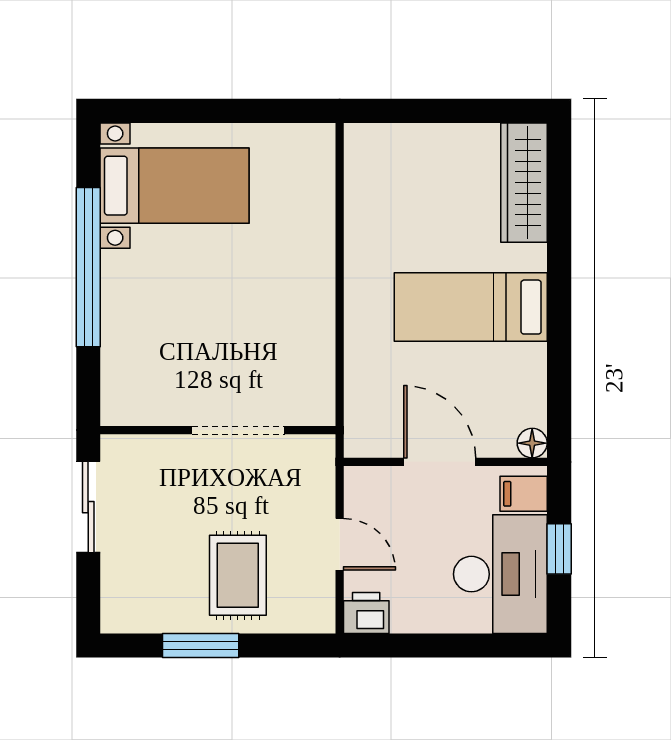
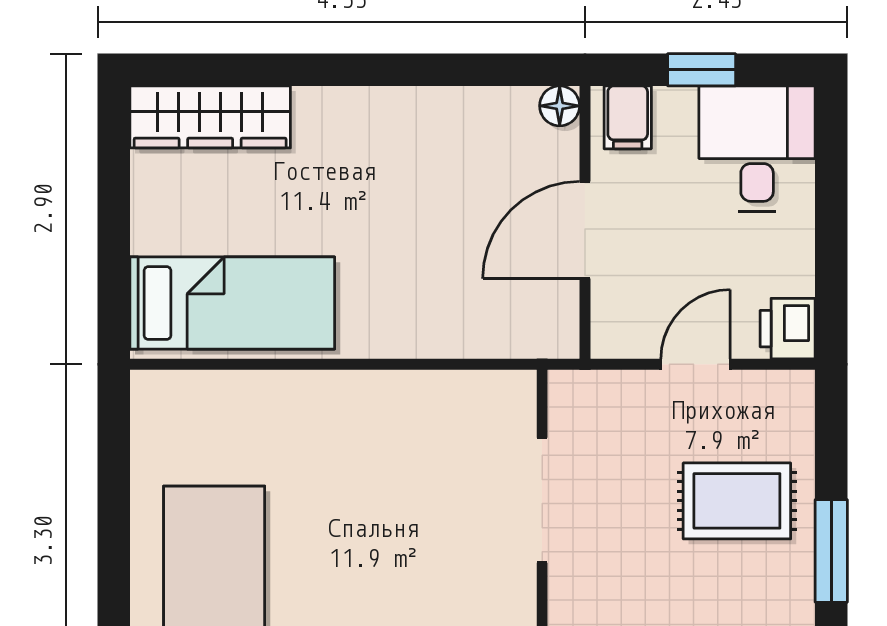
bed: (471, 307) -> (232, 303), moved, turned -90
desk: (500, 574) -> (757, 149), width x0.73

